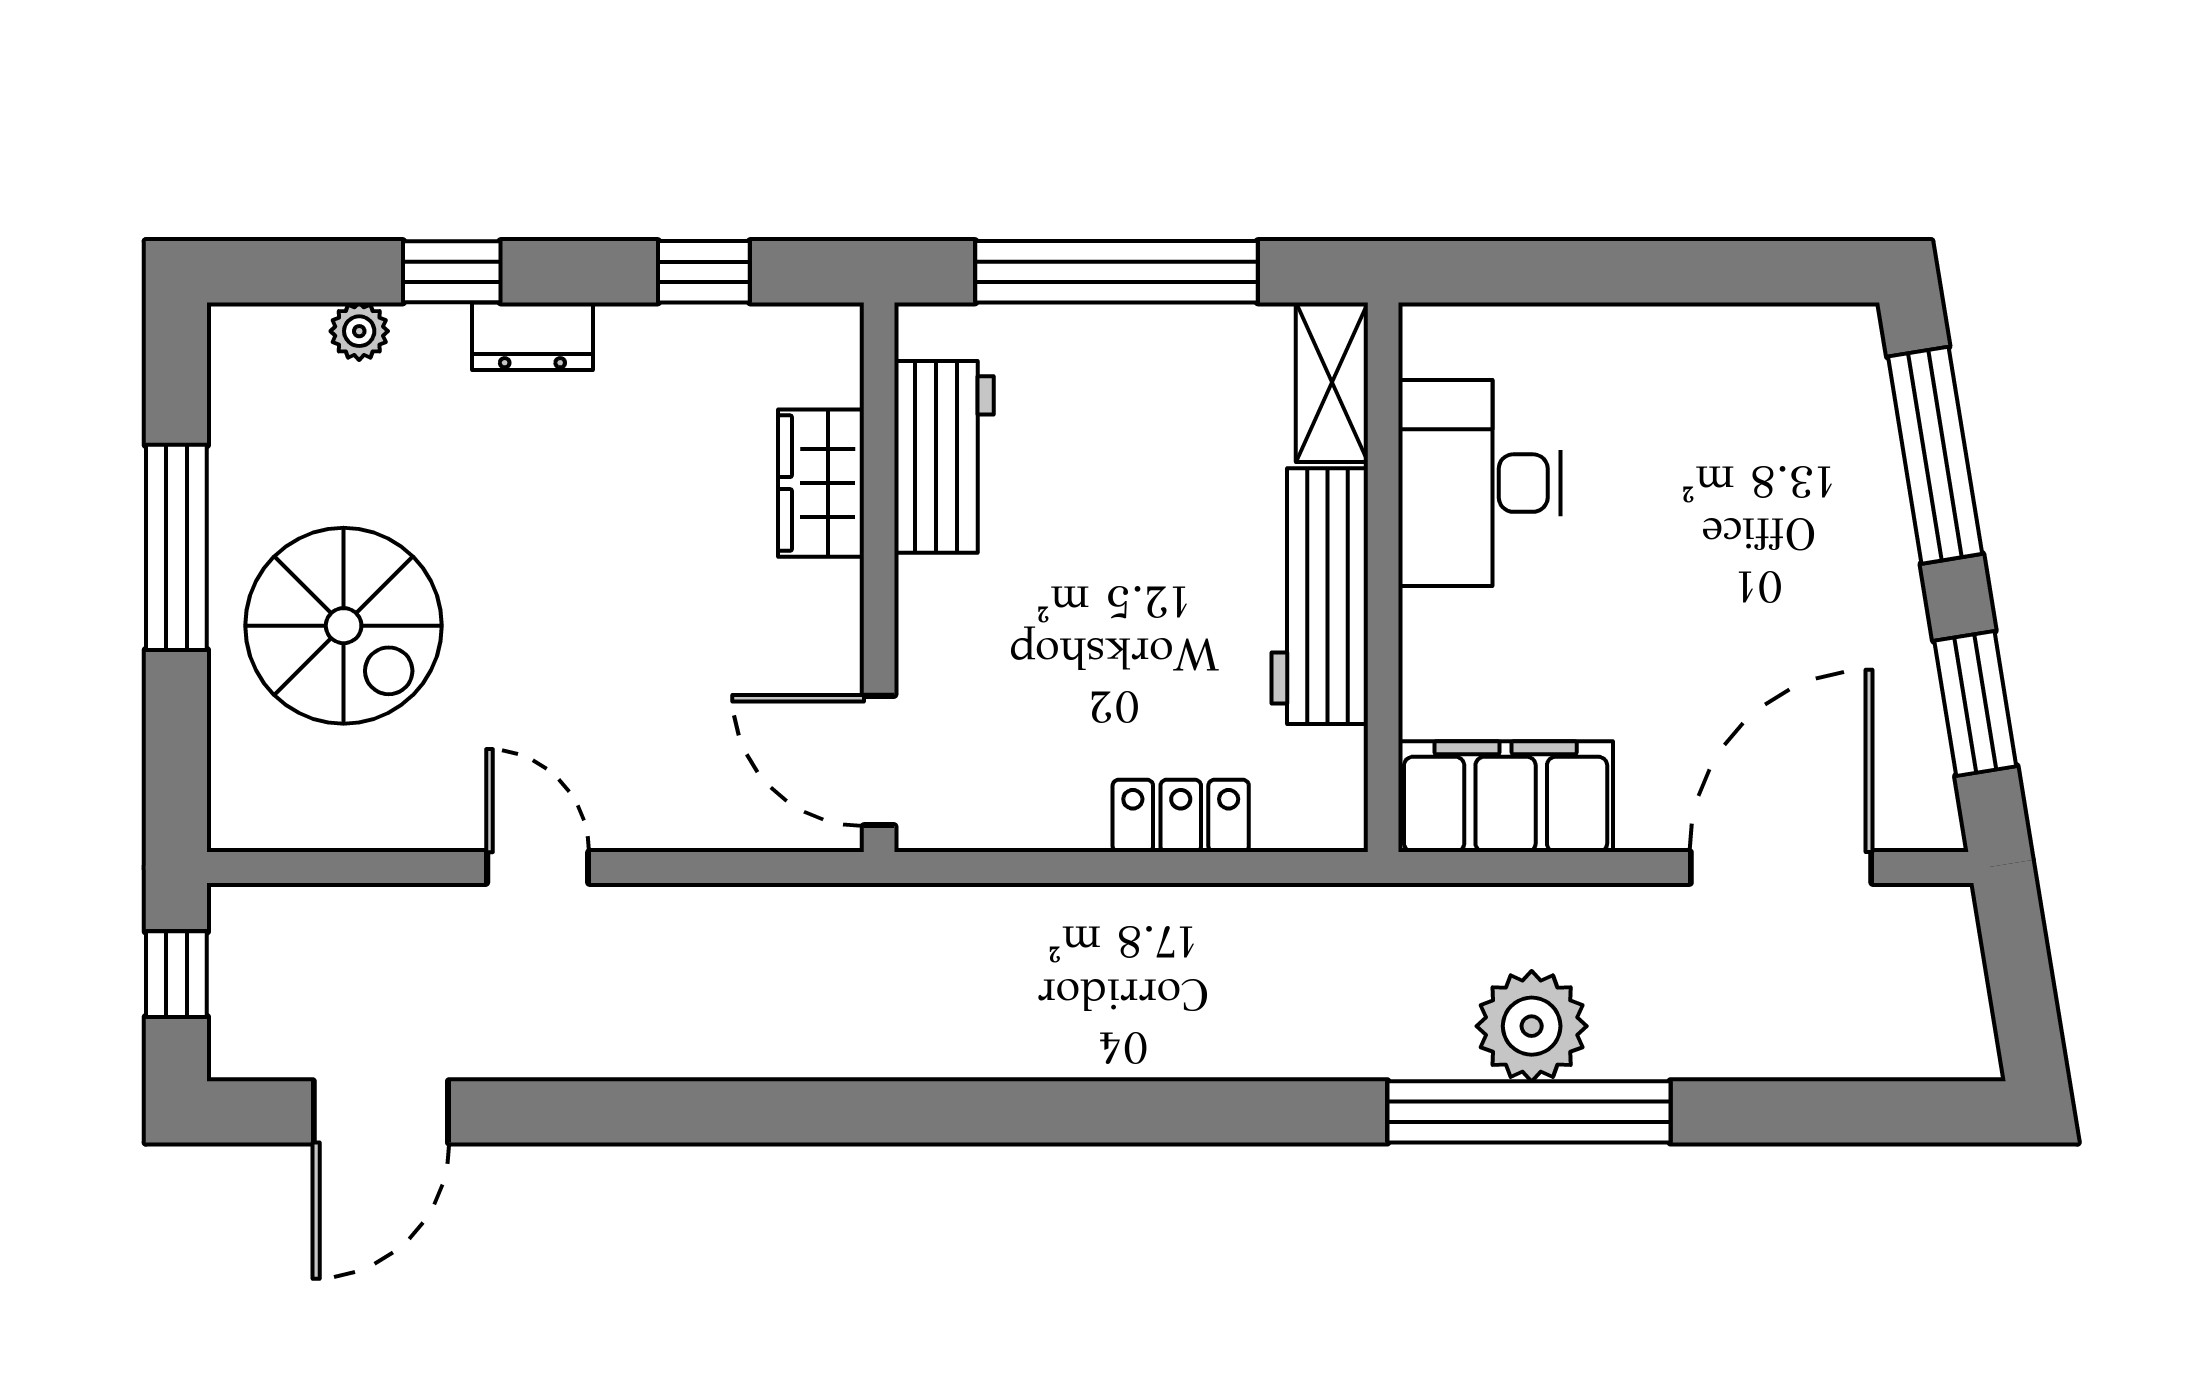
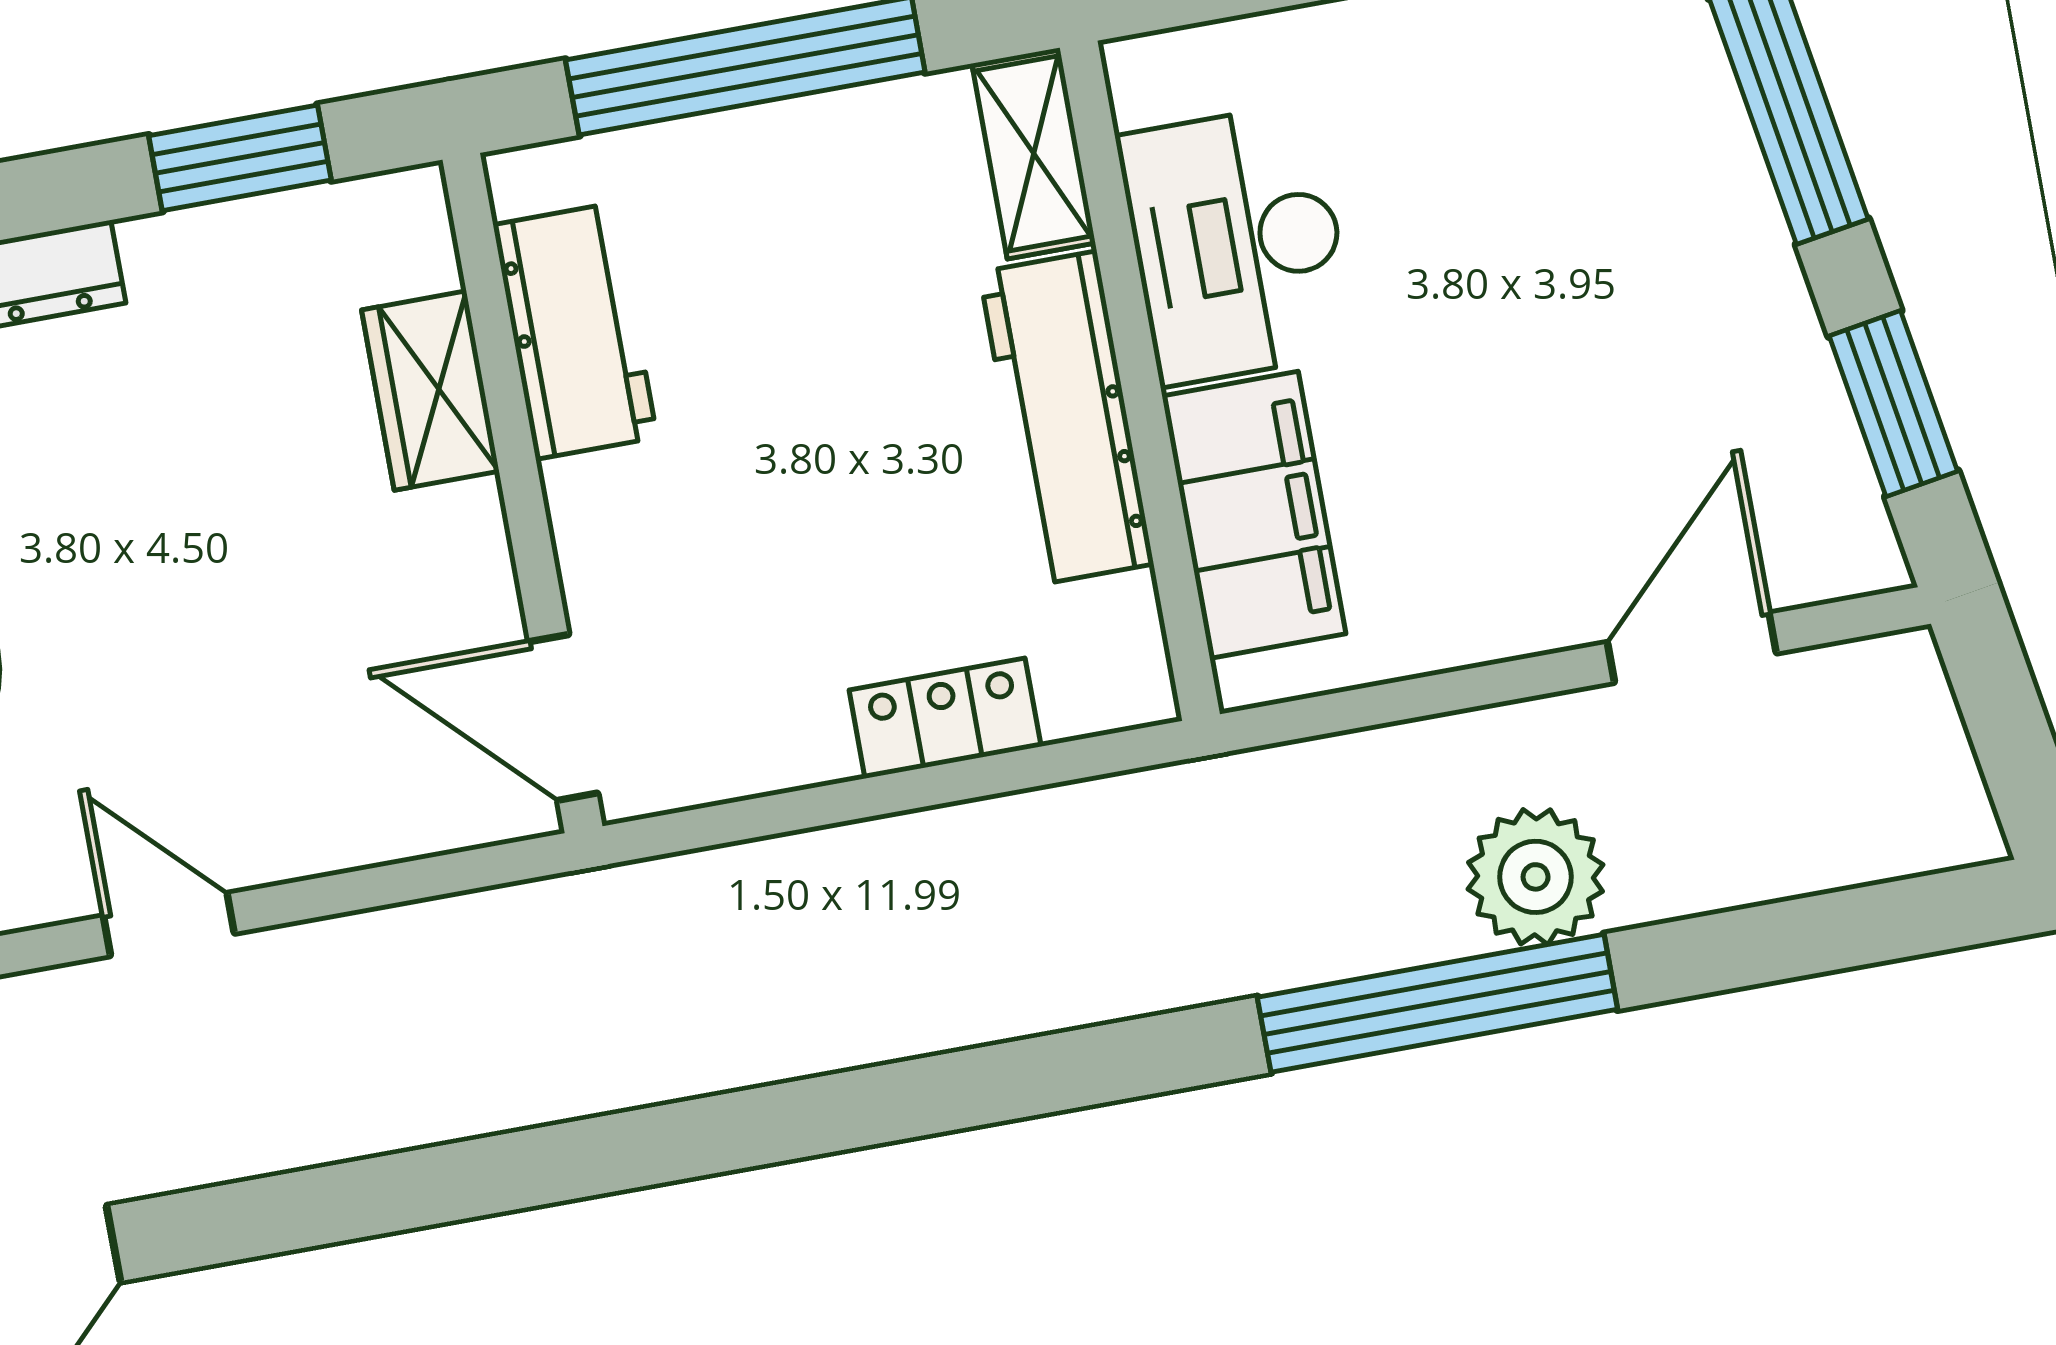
window: (704, 272) -> (240, 158), width x1.50
filing cabinet: (1506, 797) -> (1254, 515), moved, turned 90
door: (1781, 867) -> (1692, 648), width x0.73
plant: (1532, 1026) -> (1536, 877), moved

